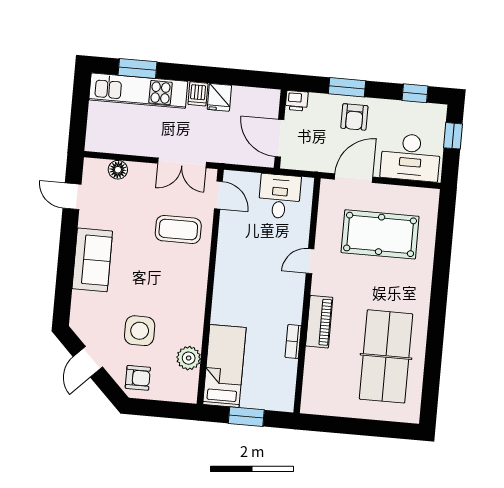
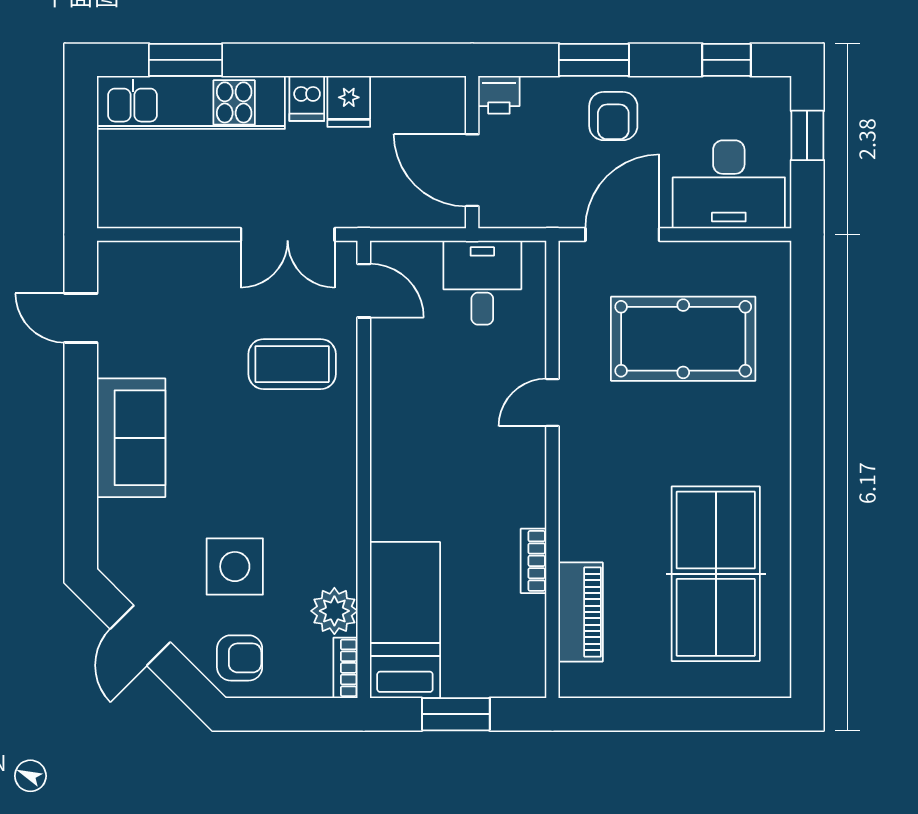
floor lamp: (118, 170) -> (165, 259), removed
piano: (319, 322) -> (581, 612), moved
bookcase: (192, 388) -> (346, 668), added

